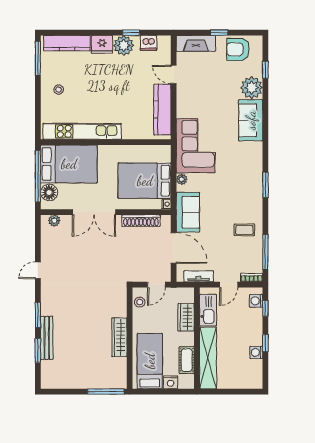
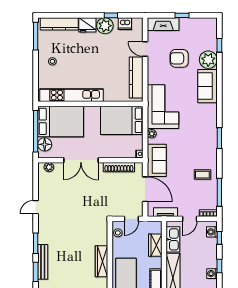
armchair: (238, 49) -> (179, 58), moved
bed: (145, 181) -> (122, 120), moved

